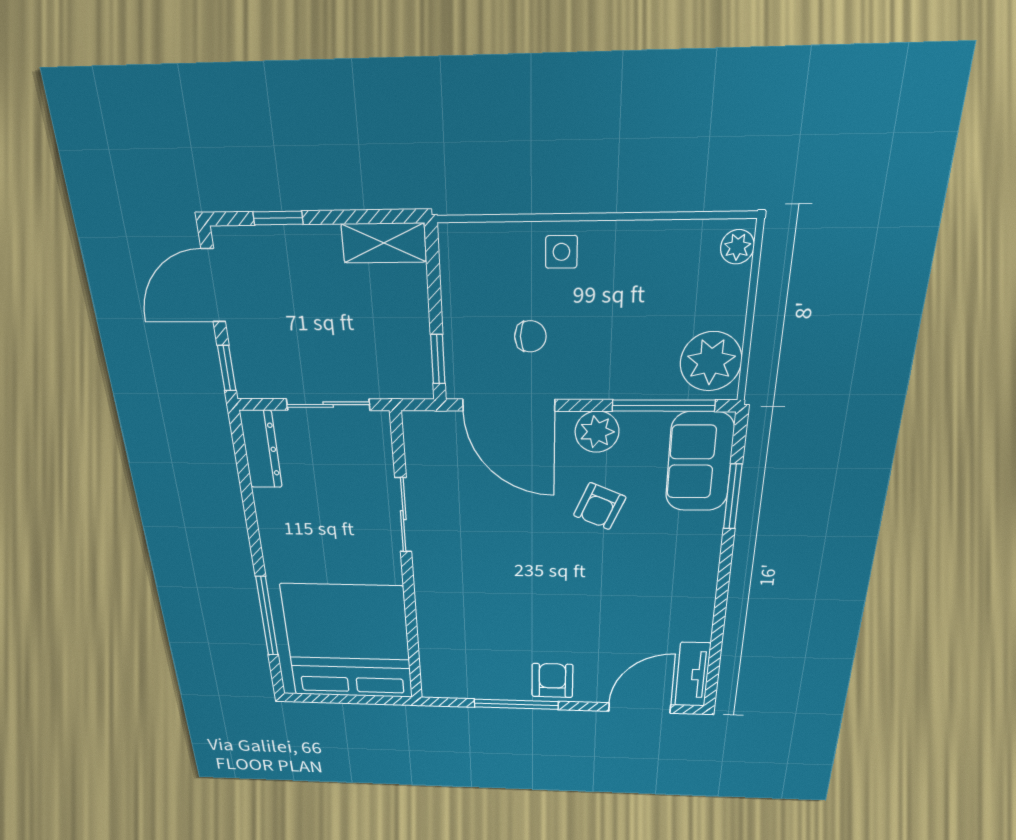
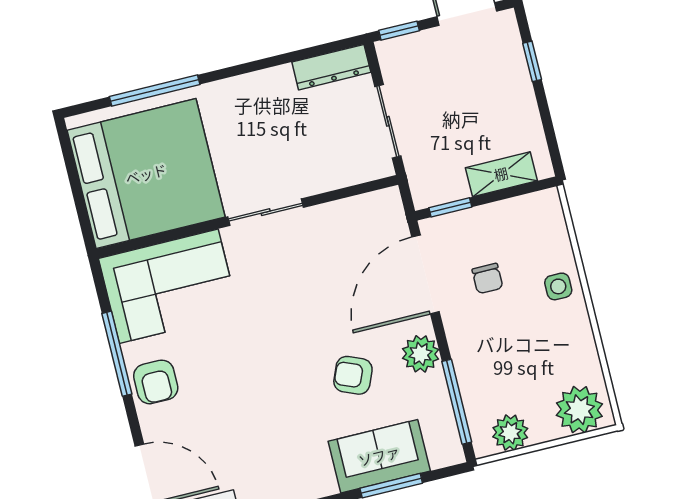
shelving: (384, 243) -> (501, 174), moved, turned 90
plant: (737, 247) -> (579, 410), width x1.88, depth x1.88
plant: (711, 361) -> (510, 433), width x0.73, depth x0.73
sofa: (700, 462) -> (379, 456), moved
sliding door: (403, 515) -> (266, 212), moved
corner sofa: (462, 649) -> (169, 286), added
armchair: (552, 681) -> (156, 382), turned 90

